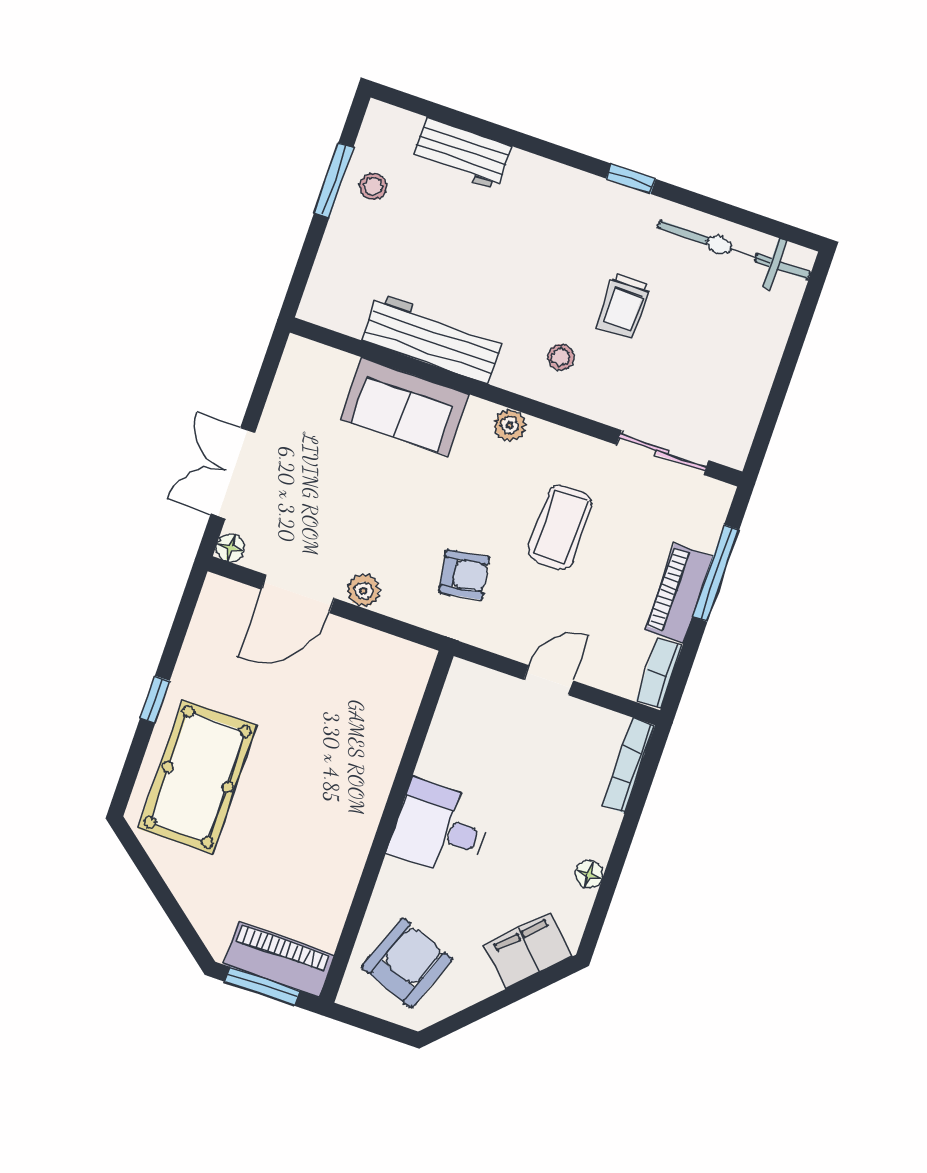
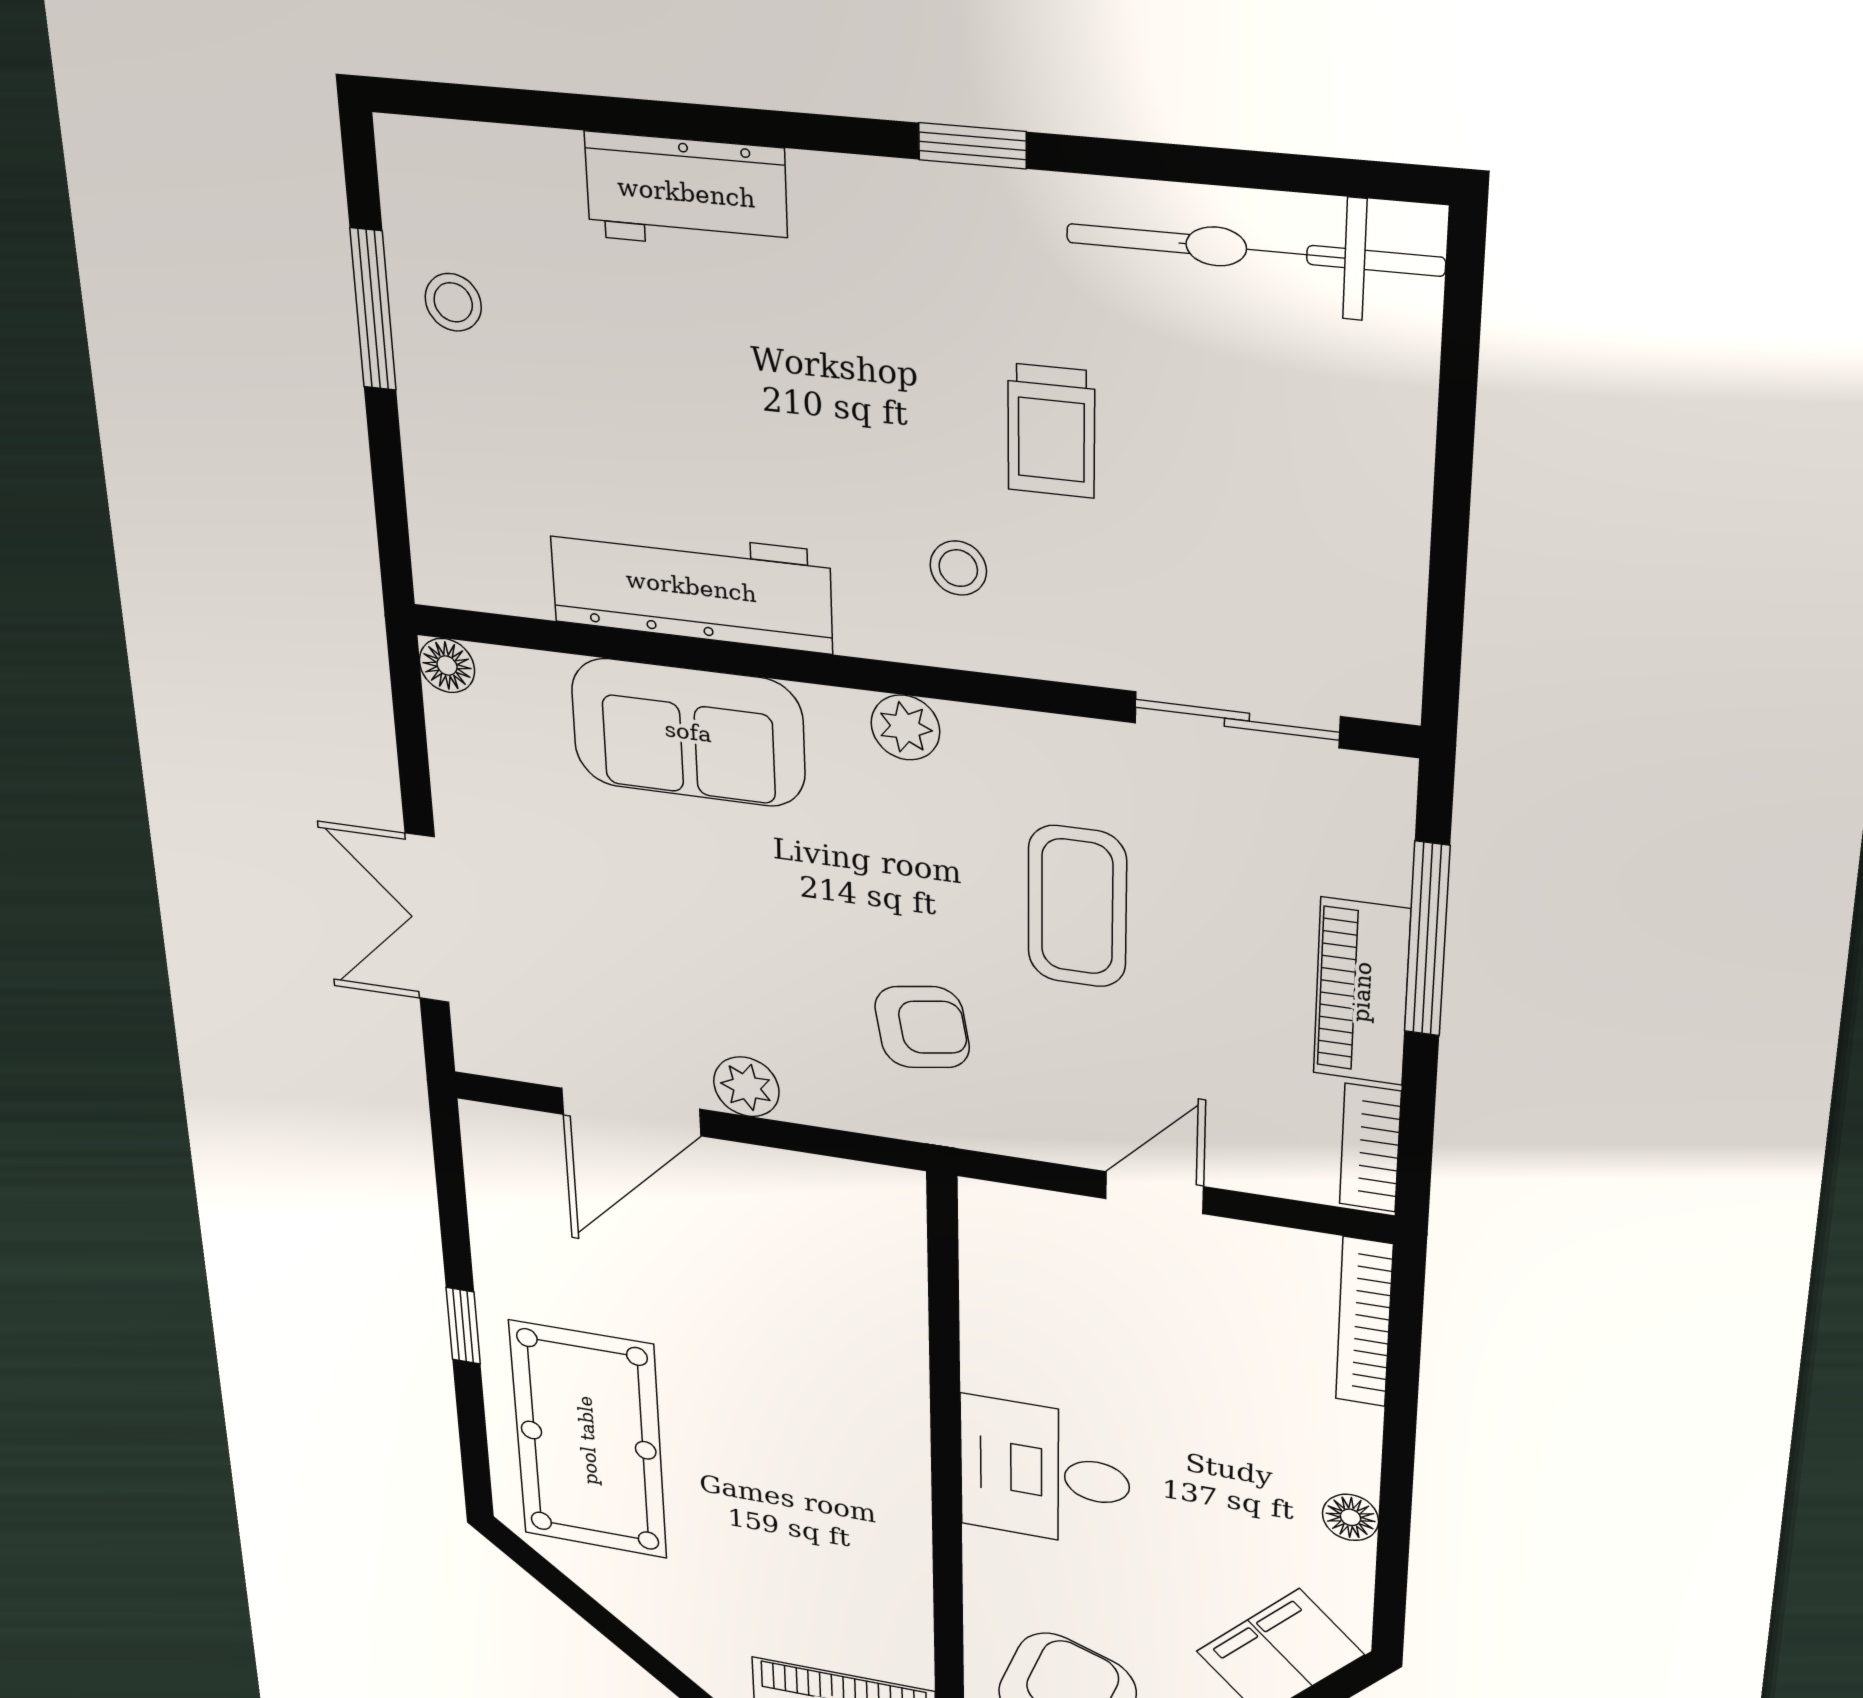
workbench: (462, 154) -> (686, 193), moved
floor lamp: (230, 548) -> (447, 666), moved

